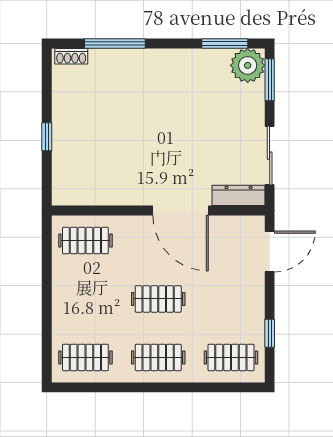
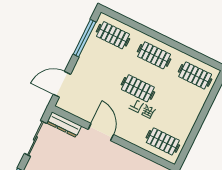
door: (181, 211) -> (101, 132), width x0.73
window: (270, 333) -> (85, 38), width x2.17

